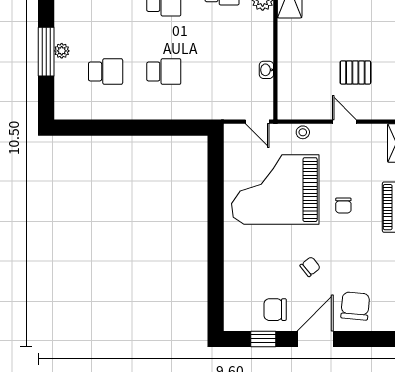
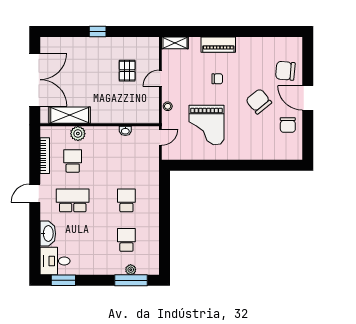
plant: (62, 51) -> (131, 270), moved
window: (46, 52) -> (131, 280), moved
grand piano: (275, 190) -> (206, 125), width x0.73, depth x0.68
chair: (310, 267) -> (259, 101), width x1.87, depth x1.87
window: (263, 339) -> (308, 133), removed

